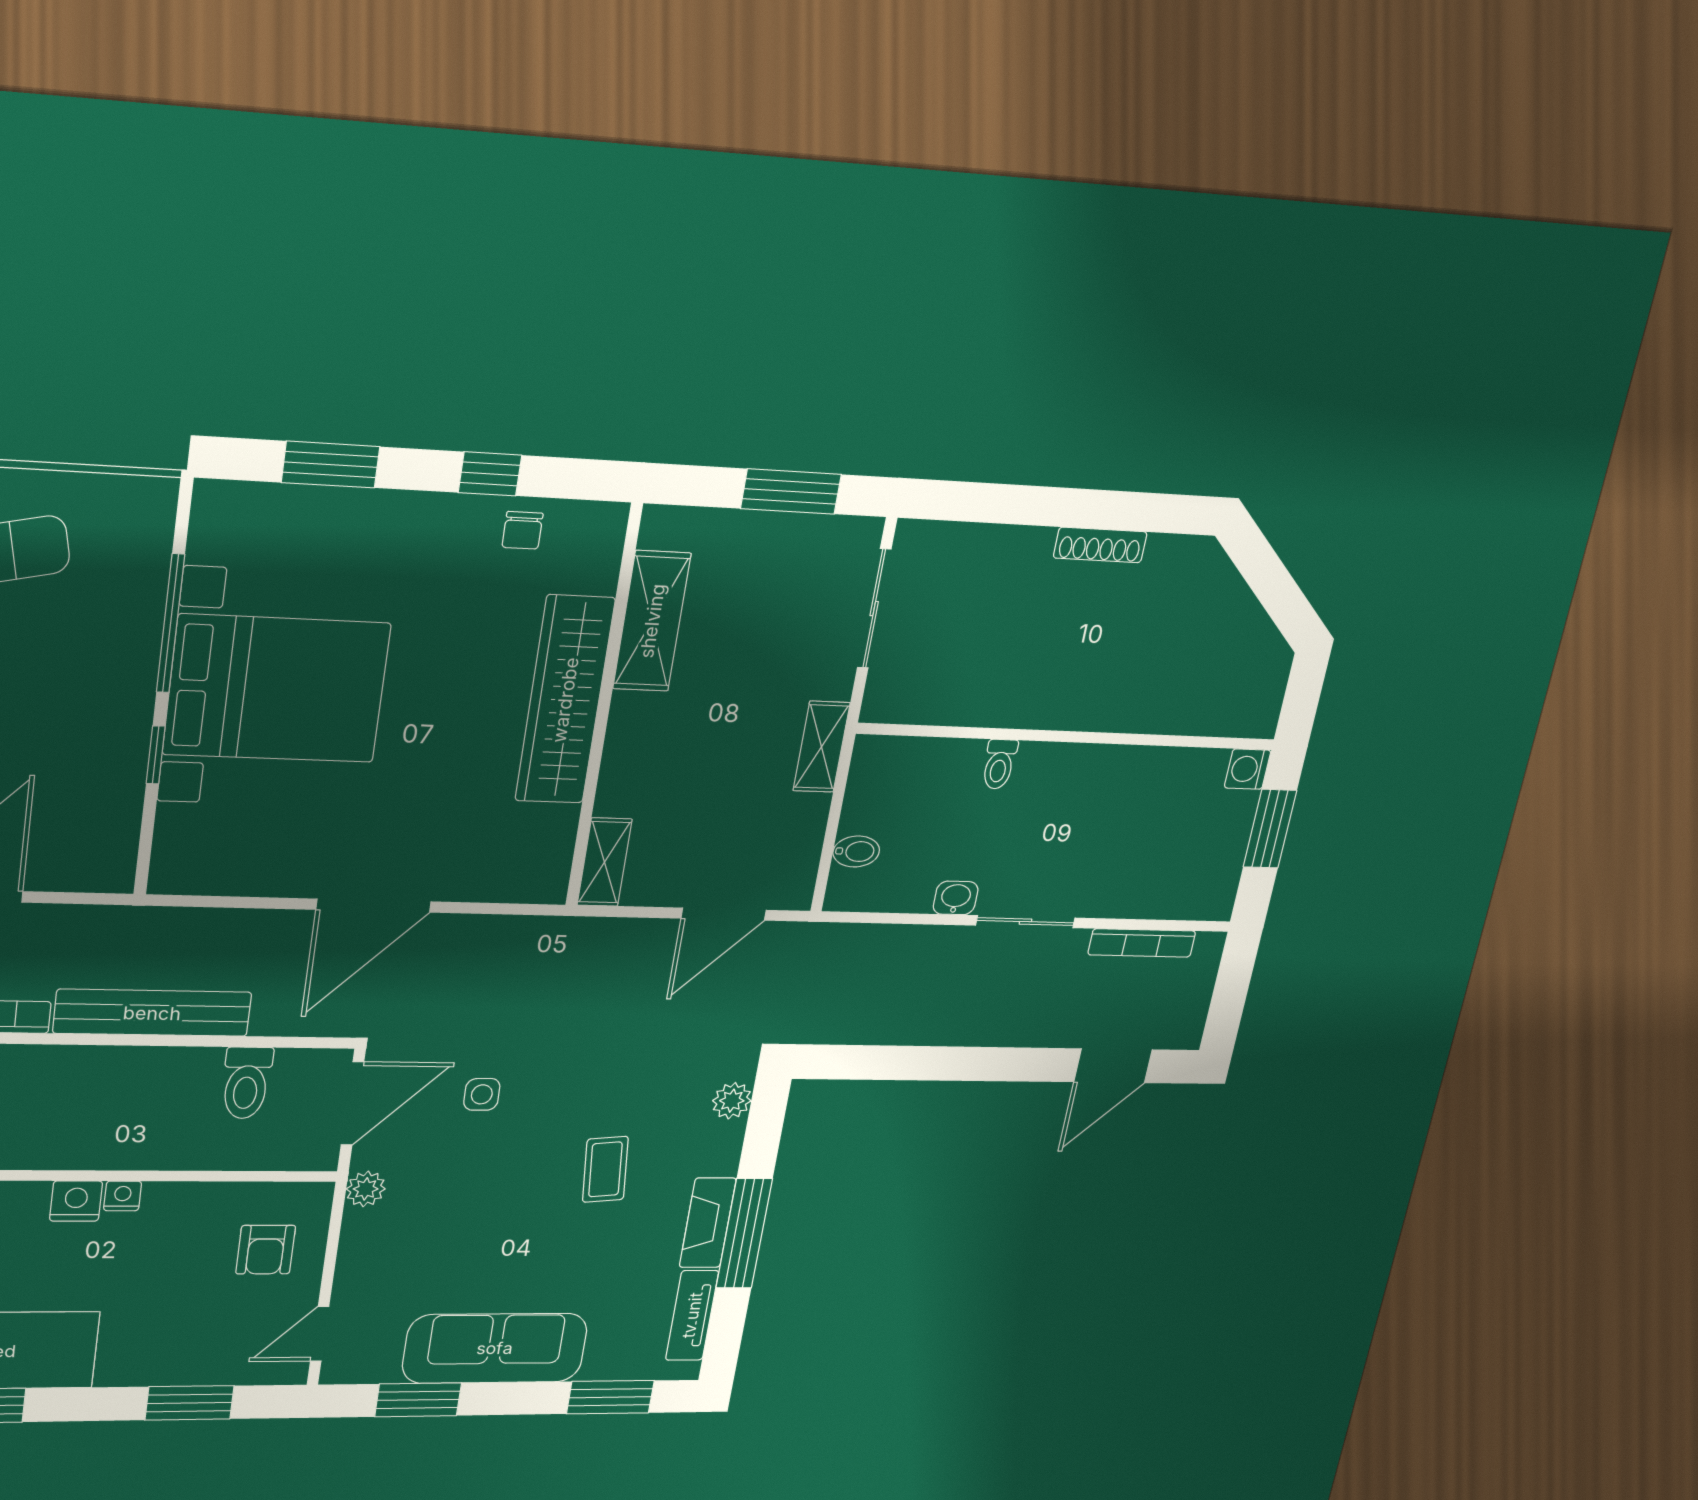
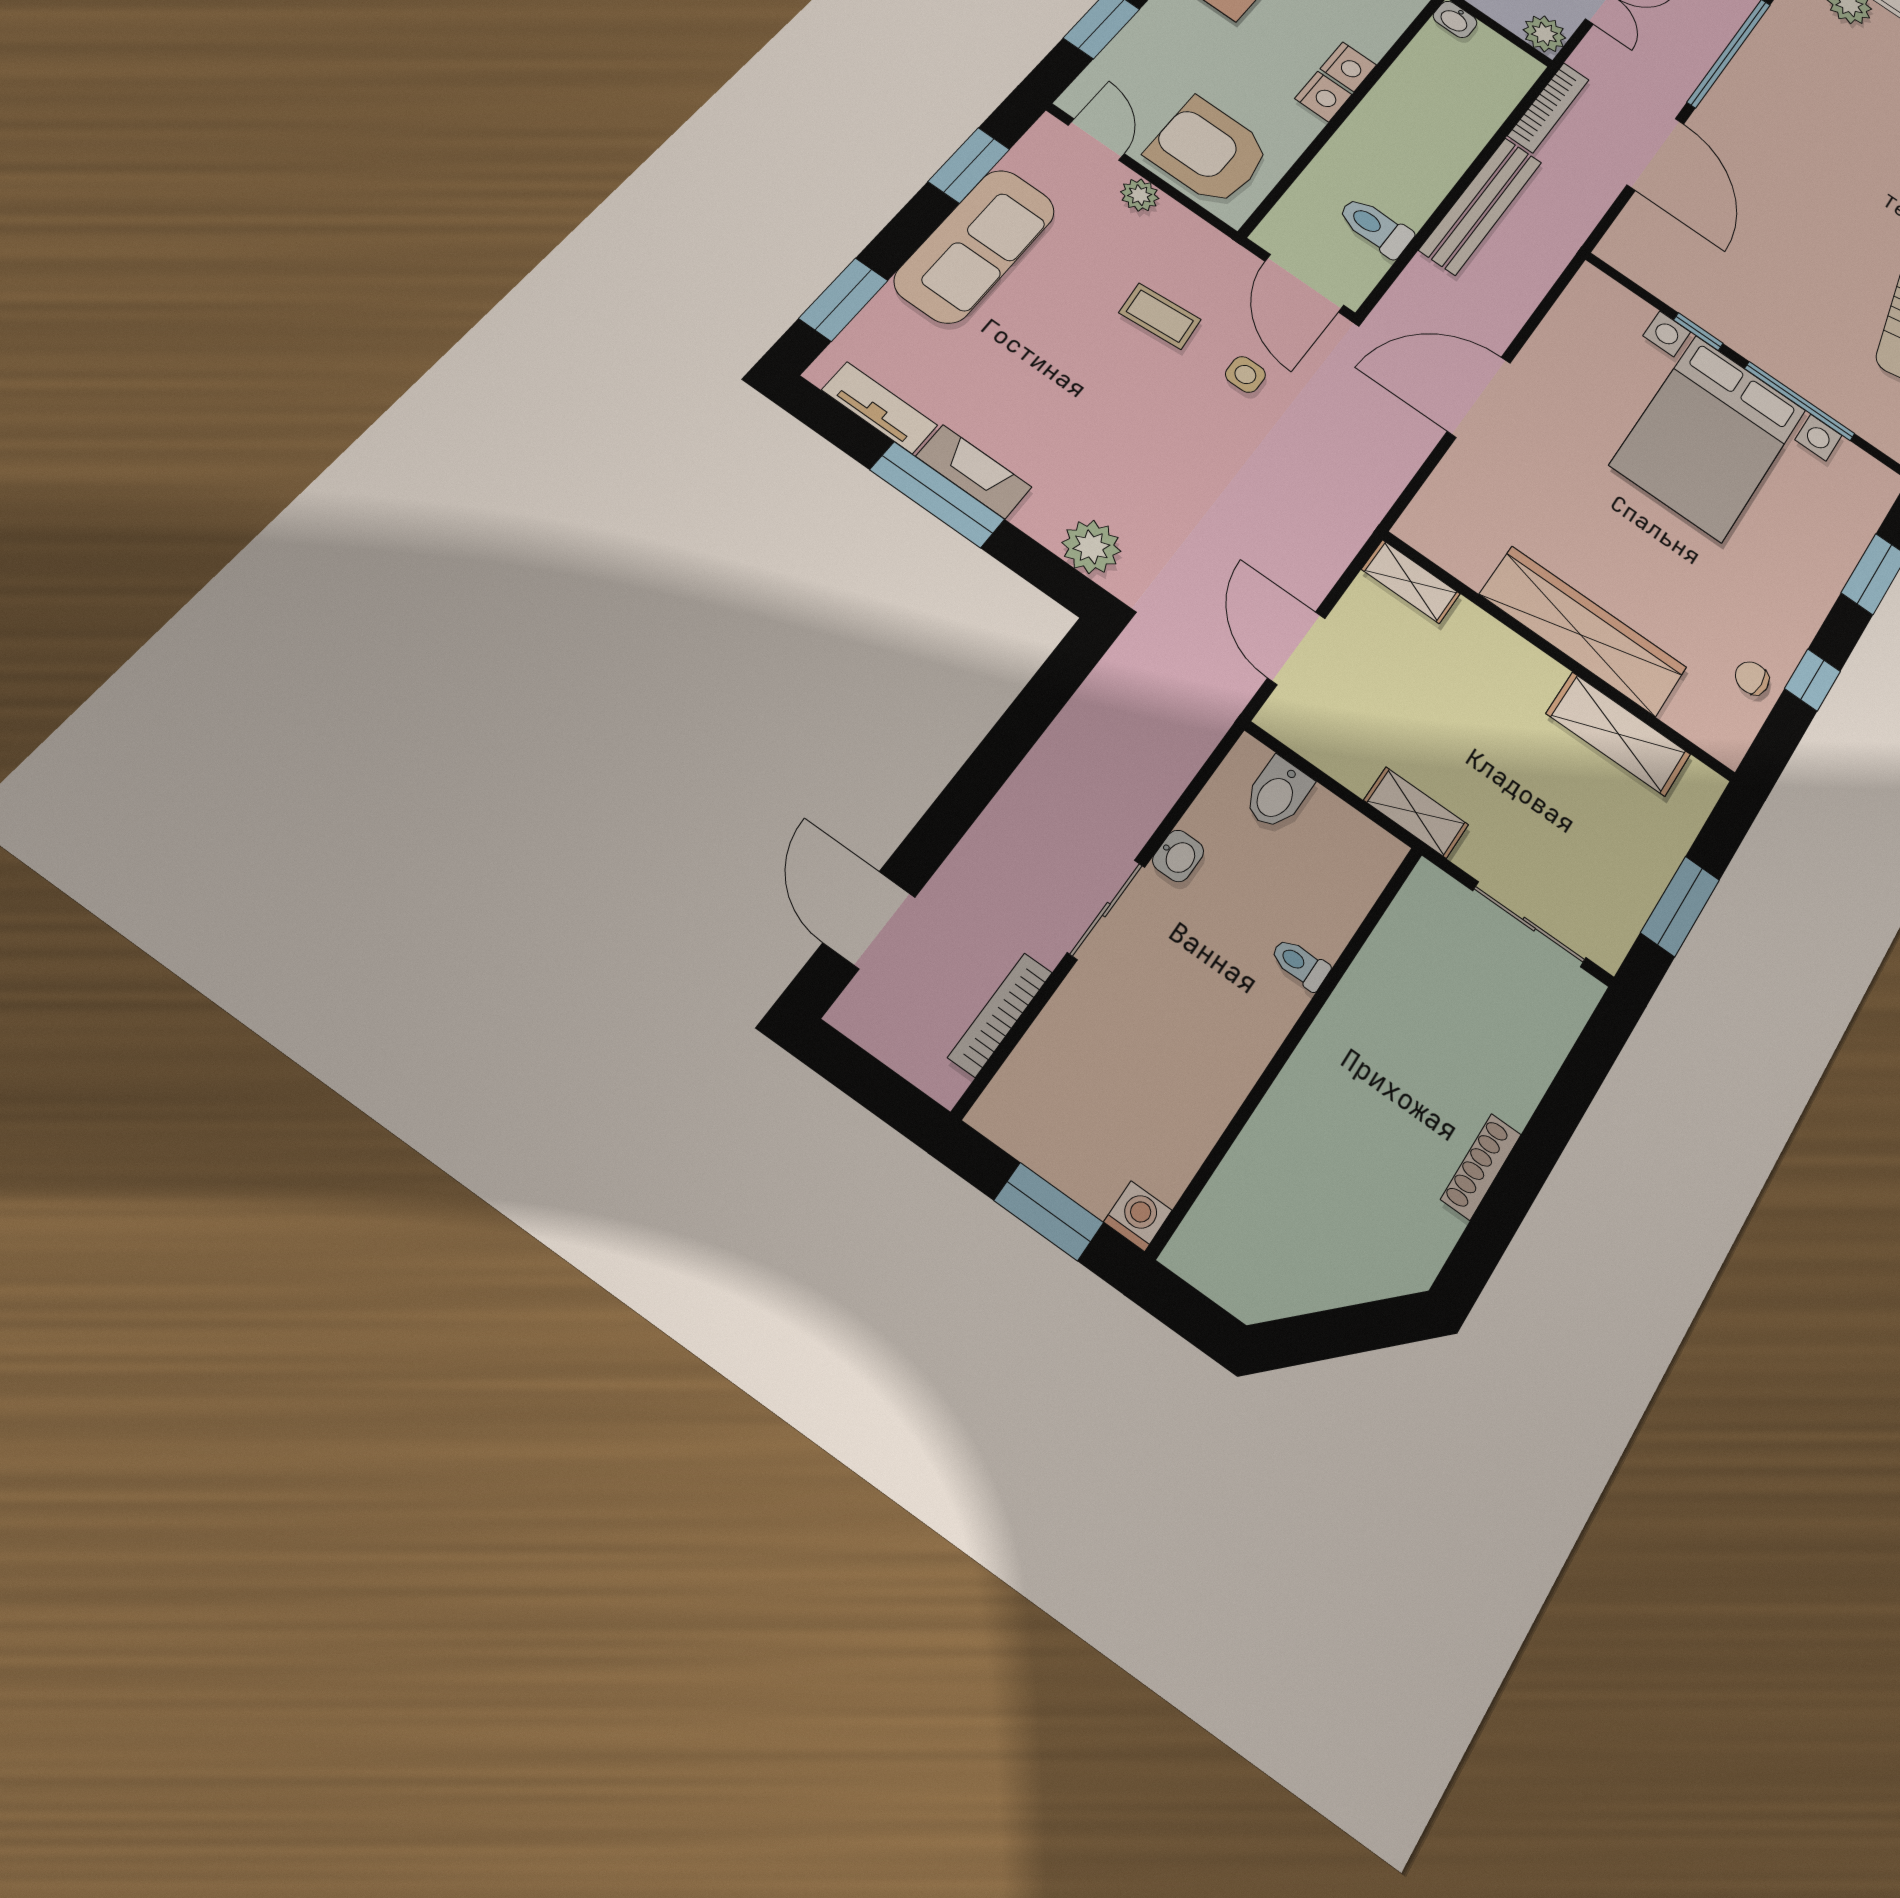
bidet: (856, 851) -> (1277, 794), width x1.38, depth x1.36
door: (374, 906) -> (1479, 397), hinge flipped
plant: (732, 1101) -> (1091, 547), width x1.38, depth x1.38
coffee table: (605, 1169) -> (1160, 316), moved
plant: (366, 1189) -> (1140, 195), moved
nightstand: (123, 1196) -> (1323, 97), width x1.39, depth x1.35
armchair: (266, 1250) -> (1209, 152), width x1.88, depth x1.88

